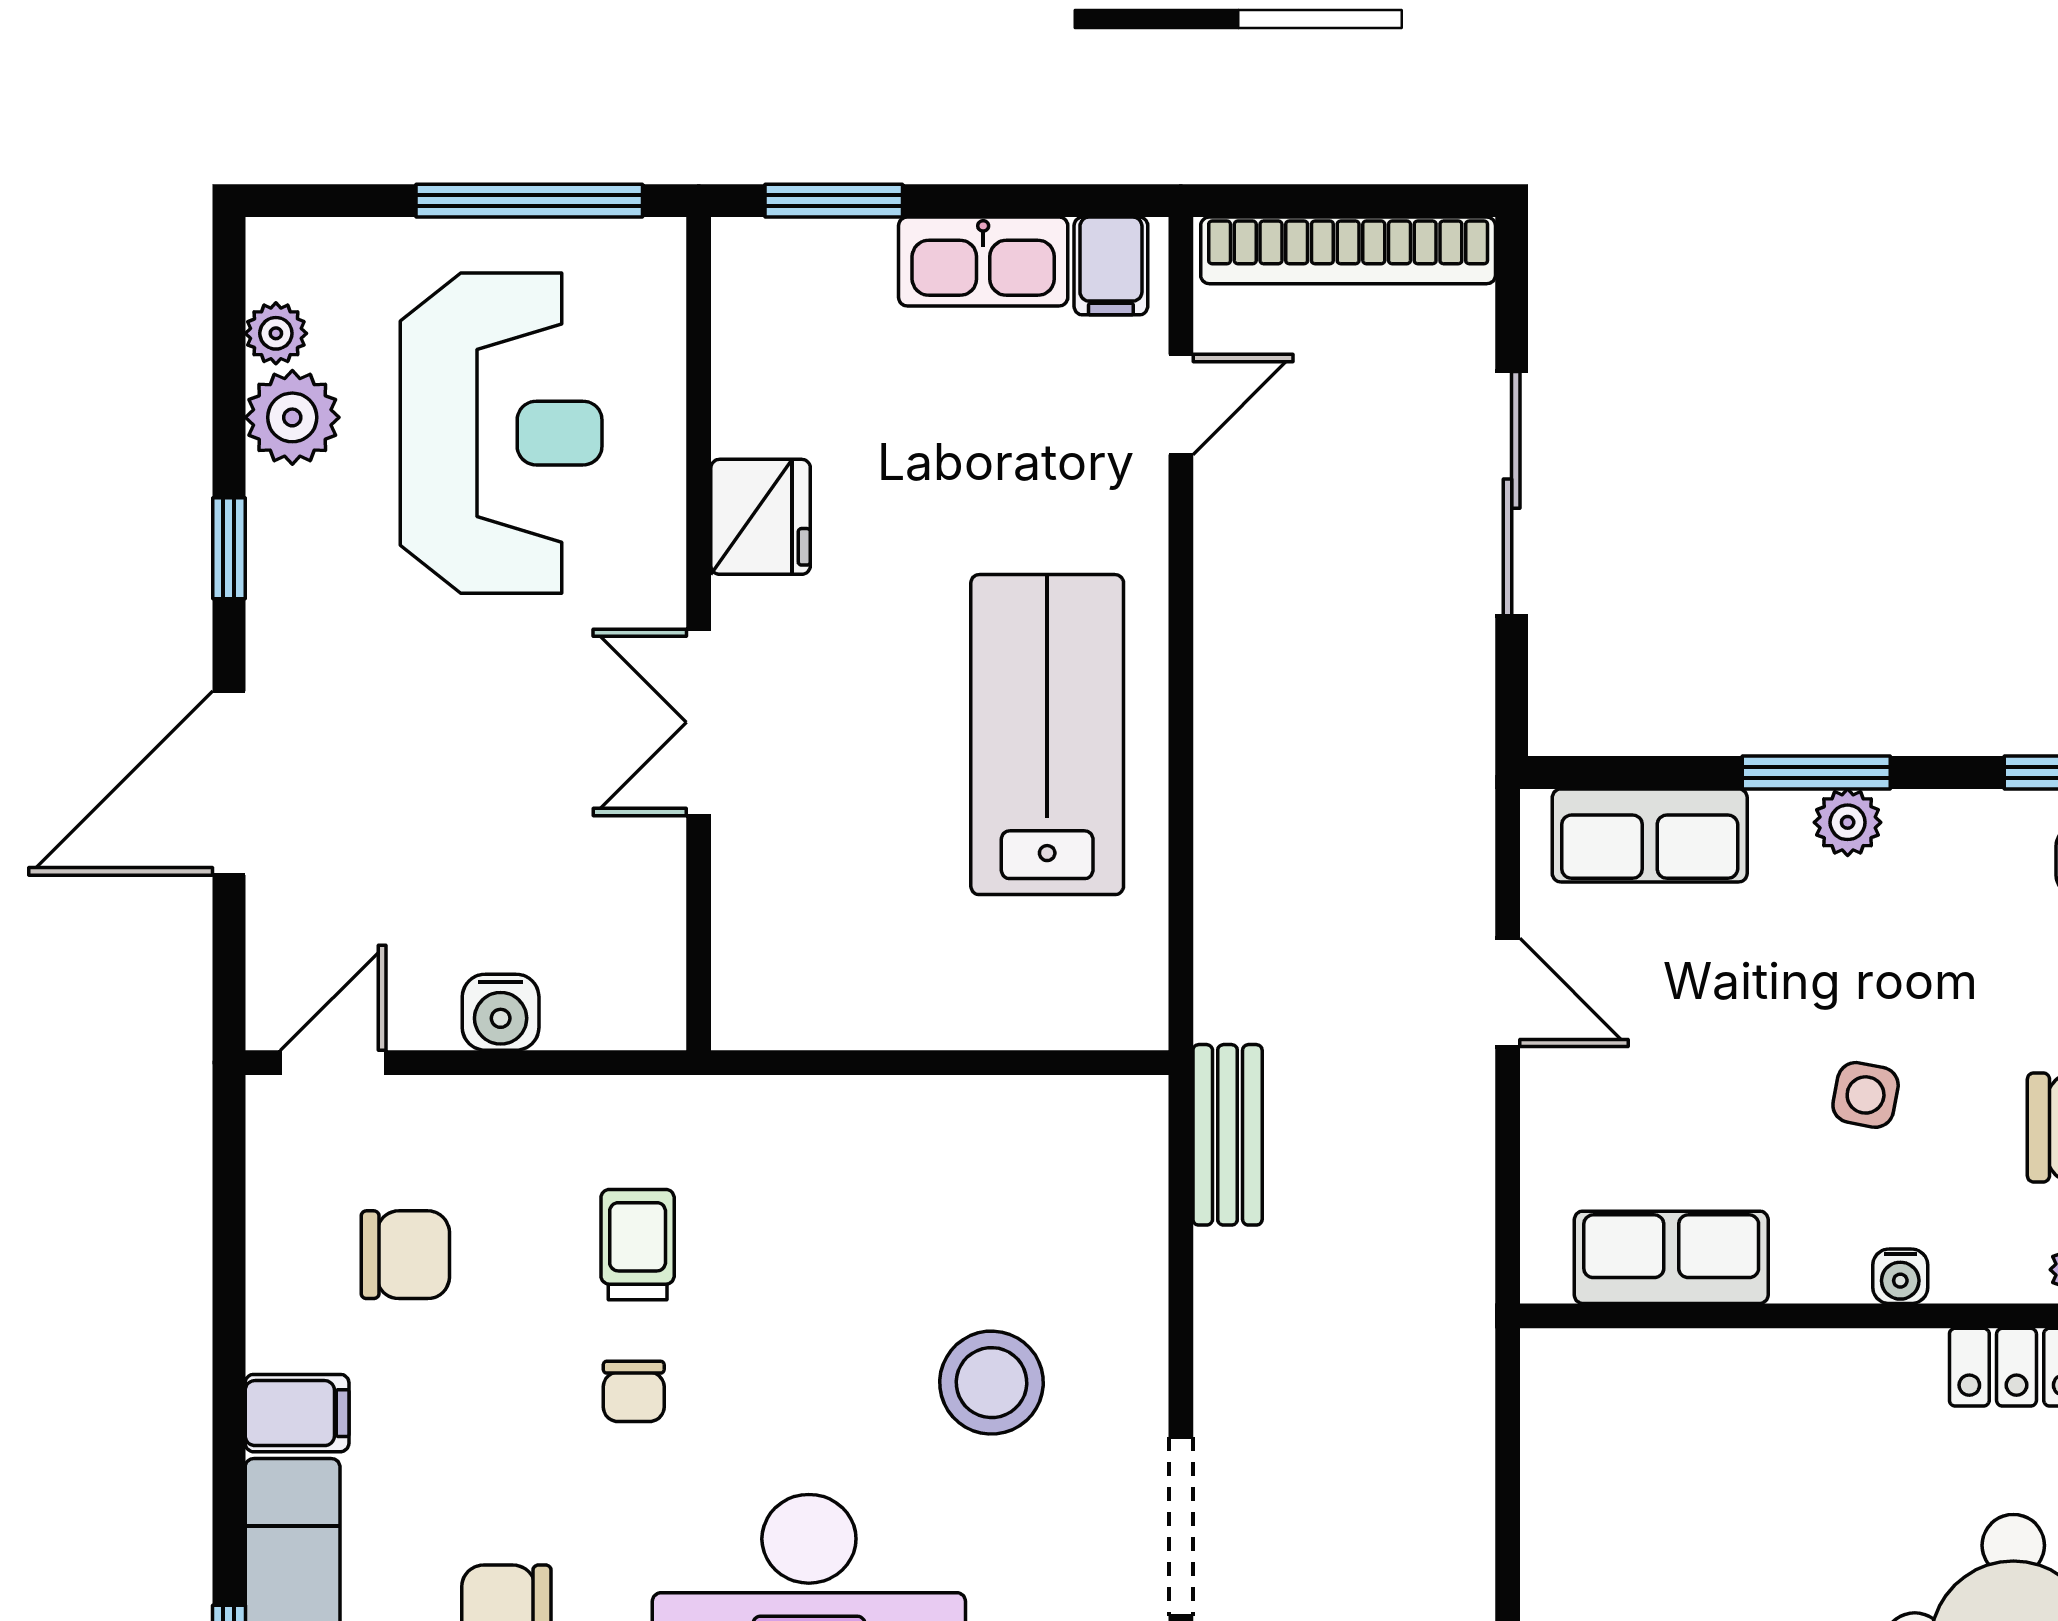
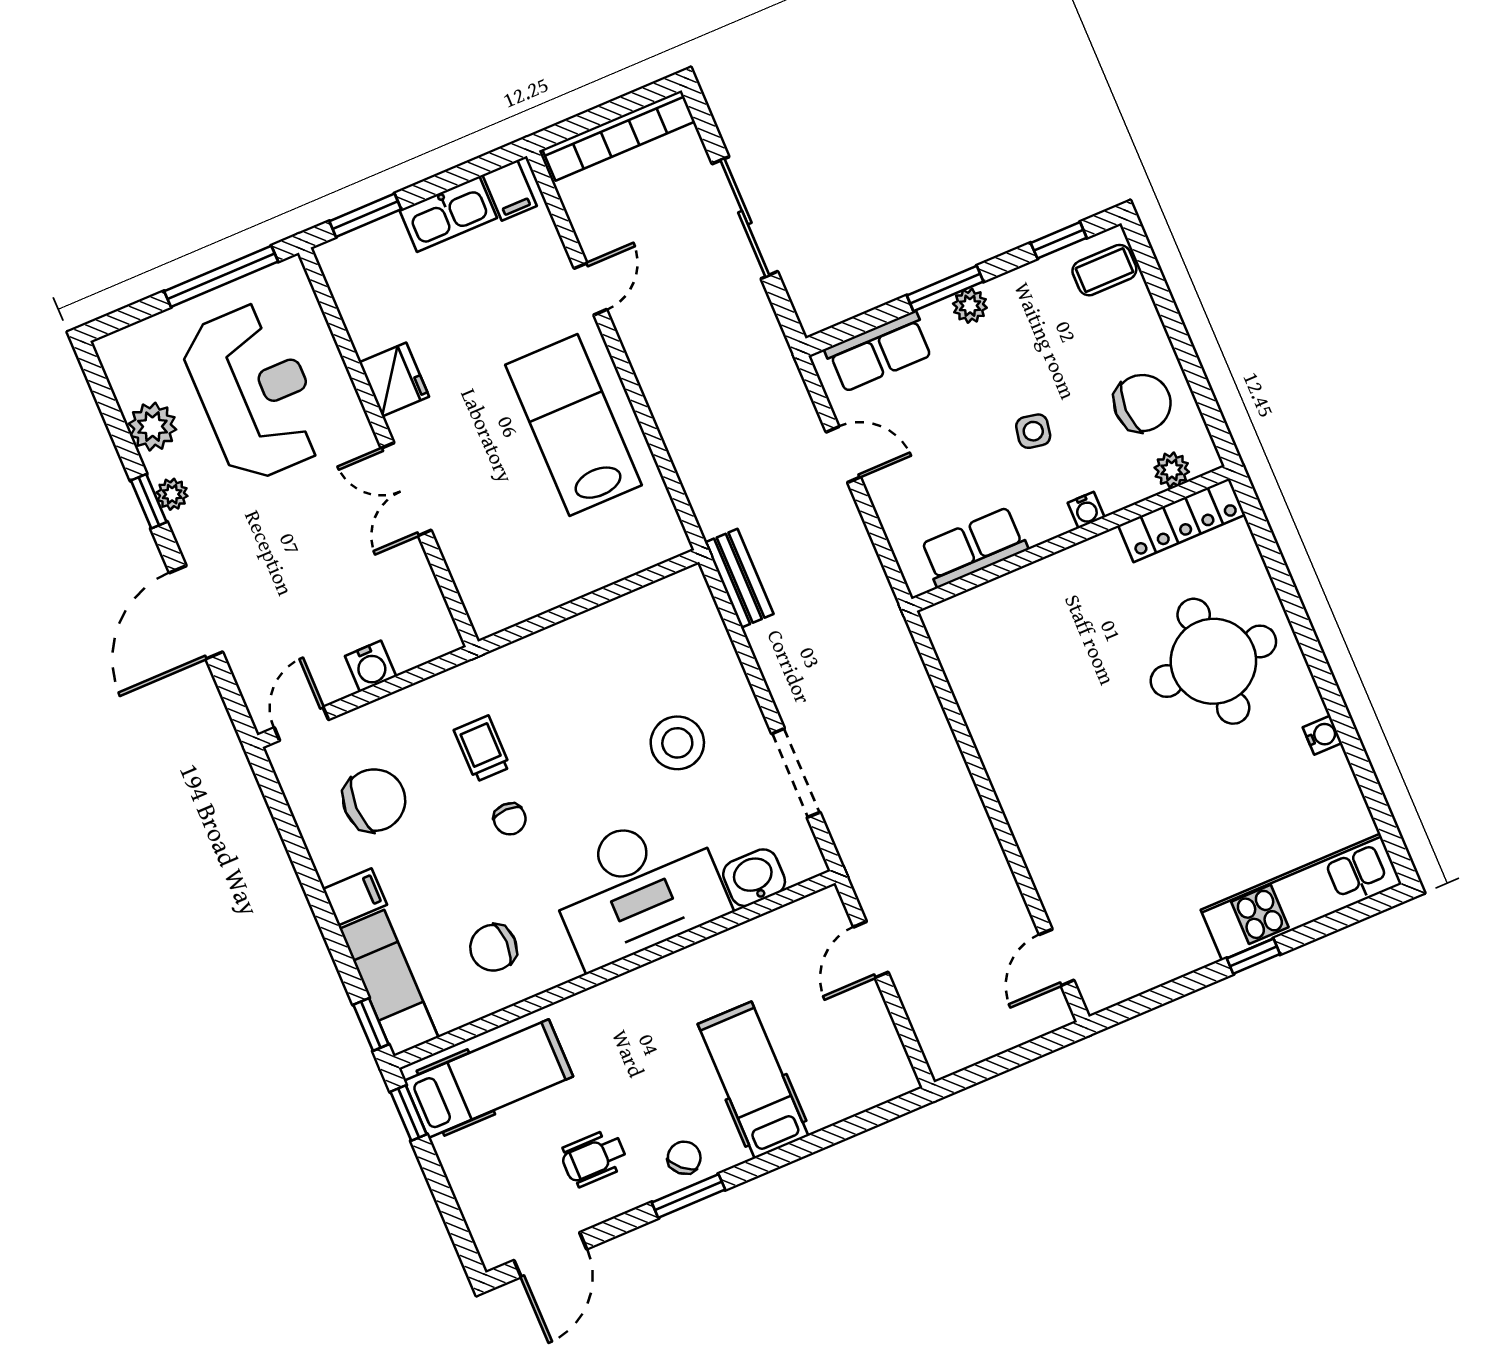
plant: (276, 333) -> (172, 494), moved
door: (1181, 404) -> (590, 289), moved
chair: (405, 1255) -> (374, 800), width x1.37, depth x1.37

